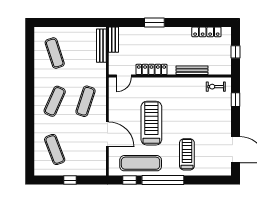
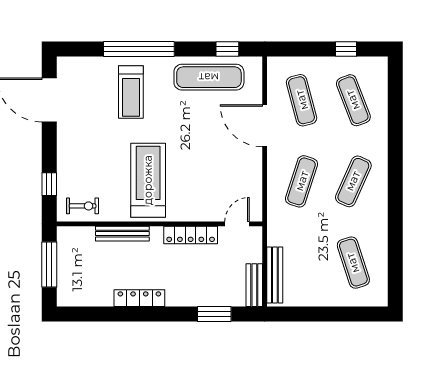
window: (154, 22) -> (214, 314), moved
locker: (206, 32) -> (139, 298), moved
window: (236, 52) -> (49, 264), width x2.17
treadmill: (151, 123) -> (148, 180), moved, turned 180
exercise mat: (86, 149) -> (302, 100), added
window: (70, 180) -> (346, 49), moved
window: (163, 180) -> (139, 49), moved

